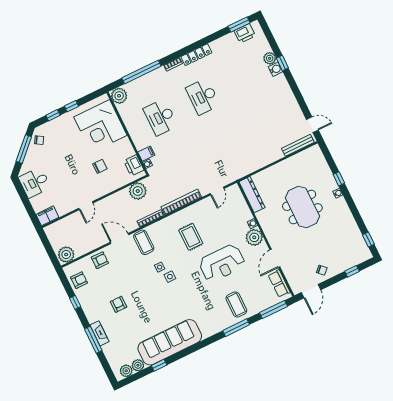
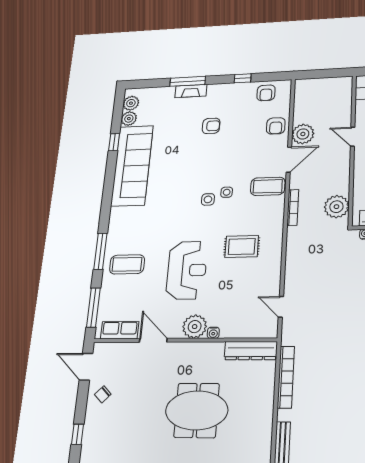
bookcase: (181, 202) -> (286, 377), moved
plant: (66, 254) -> (303, 134), moved
reception desk: (222, 263) -> (187, 270), turned 180

